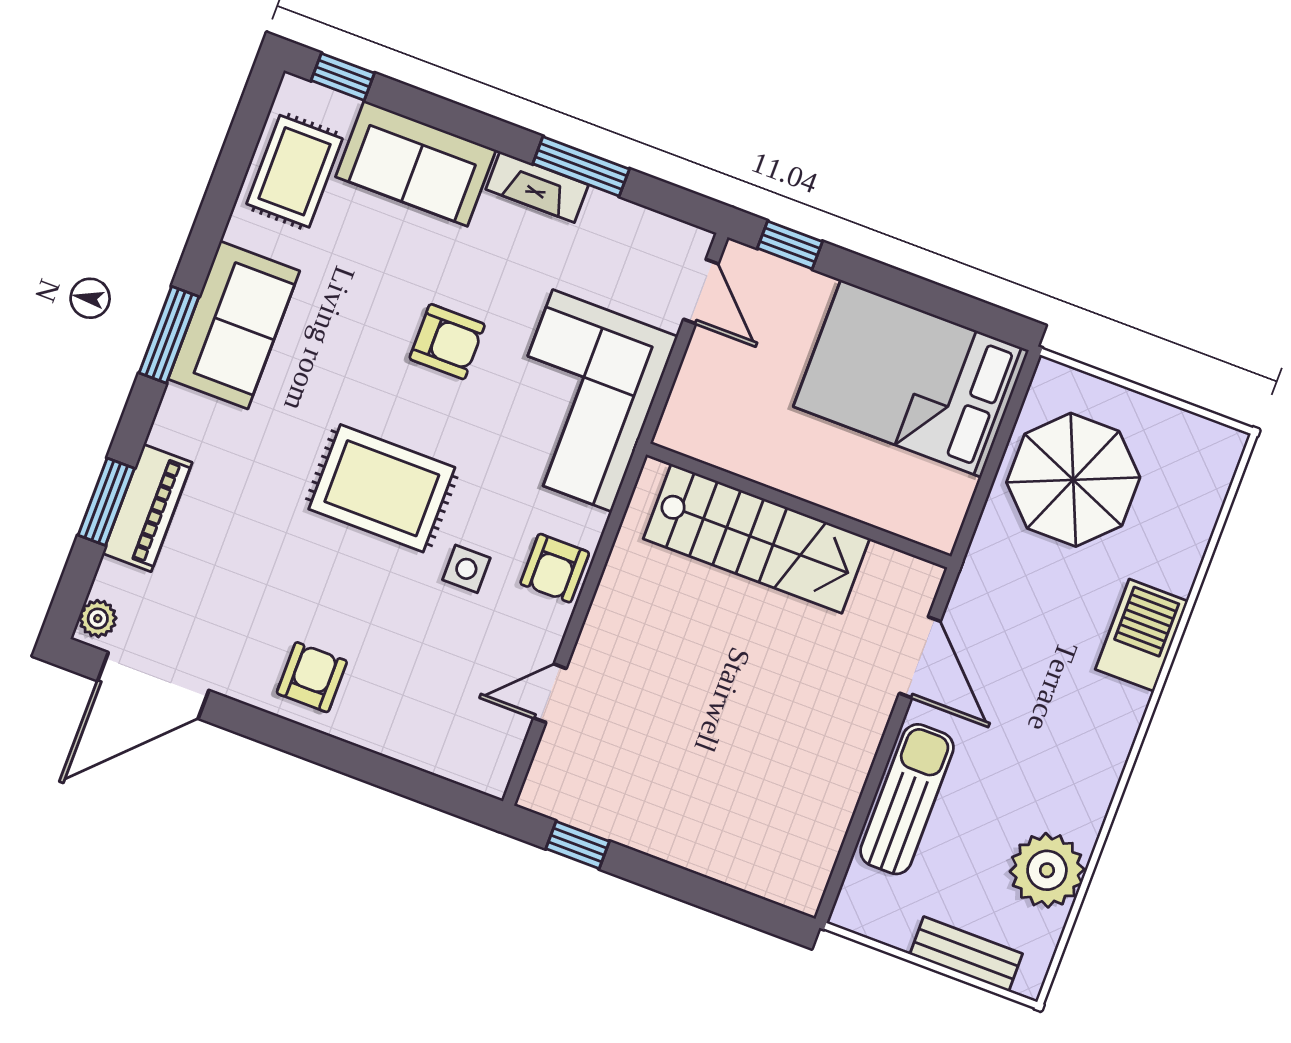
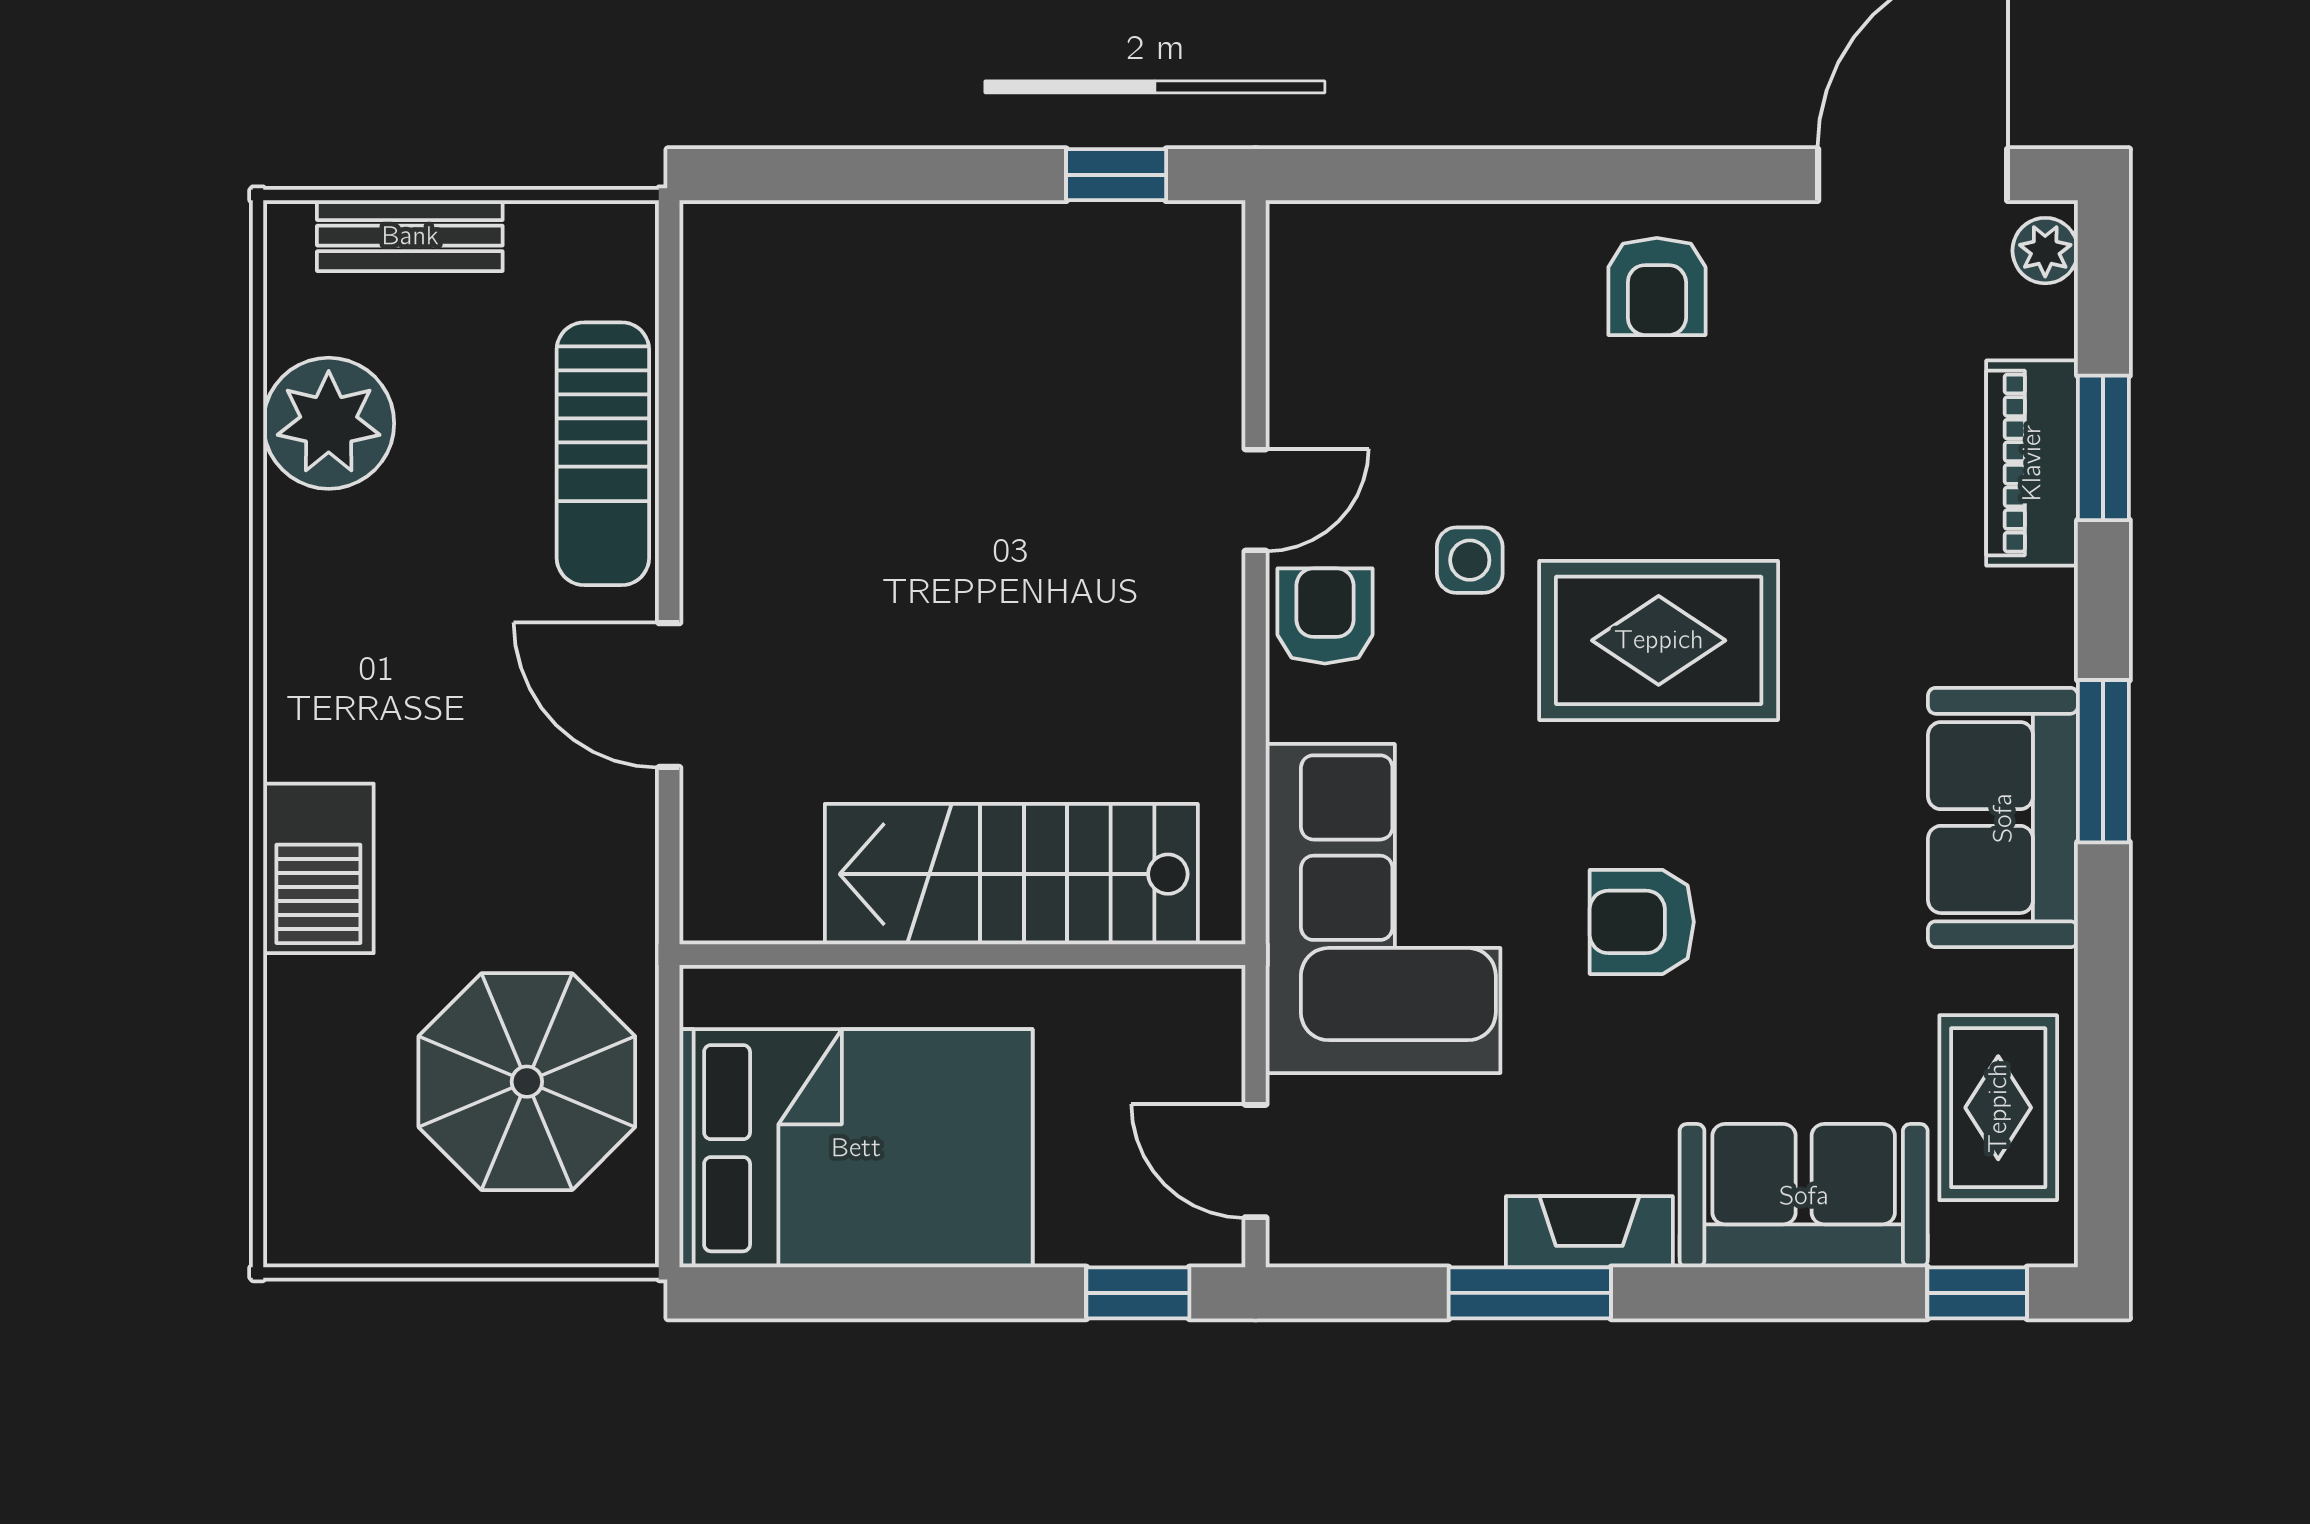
wall: (799, 506) -> (962, 955), moved
stairs: (757, 539) -> (1011, 874), moved
door: (550, 693) -> (1255, 500), moved

